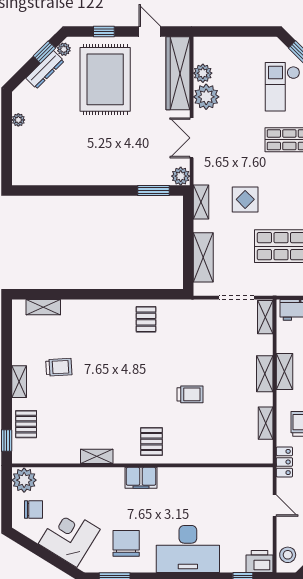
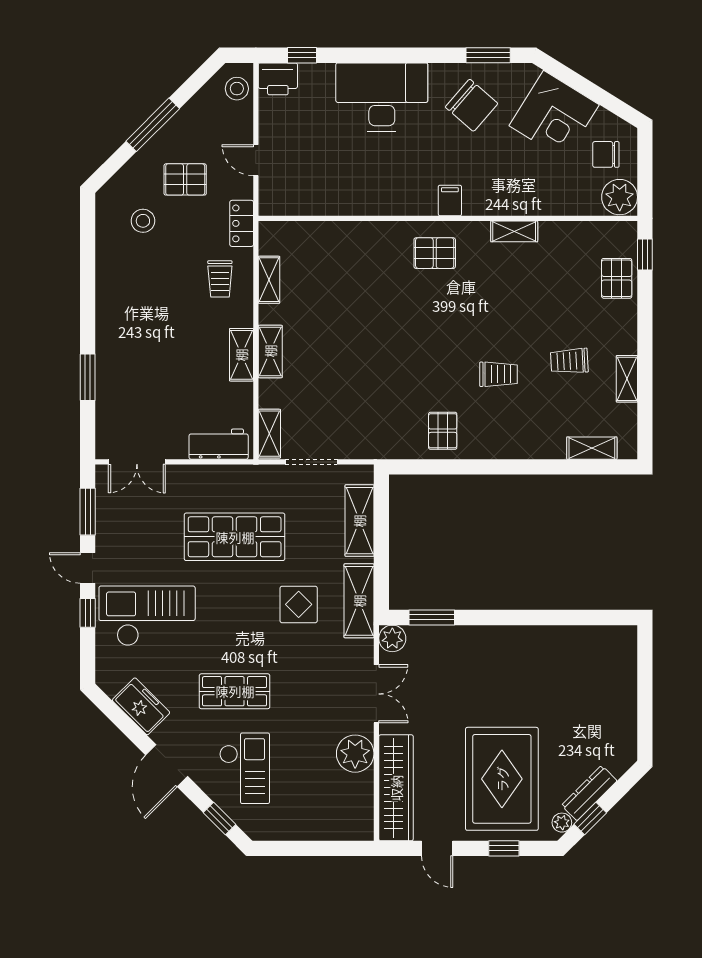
plant: (203, 73) -> (360, 788), removed
plant: (18, 120) -> (628, 720), removed
shelving: (201, 202) -> (359, 601), width x1.50, depth x1.33
shelving: (19, 382) -> (627, 379), moved
trolley: (190, 394) -> (498, 374), moved, turned 180
pallet: (151, 442) -> (435, 253), turned 90
filing cabinet: (141, 478) -> (450, 200), width x0.50
chair: (126, 543) -> (472, 105), turned -49

